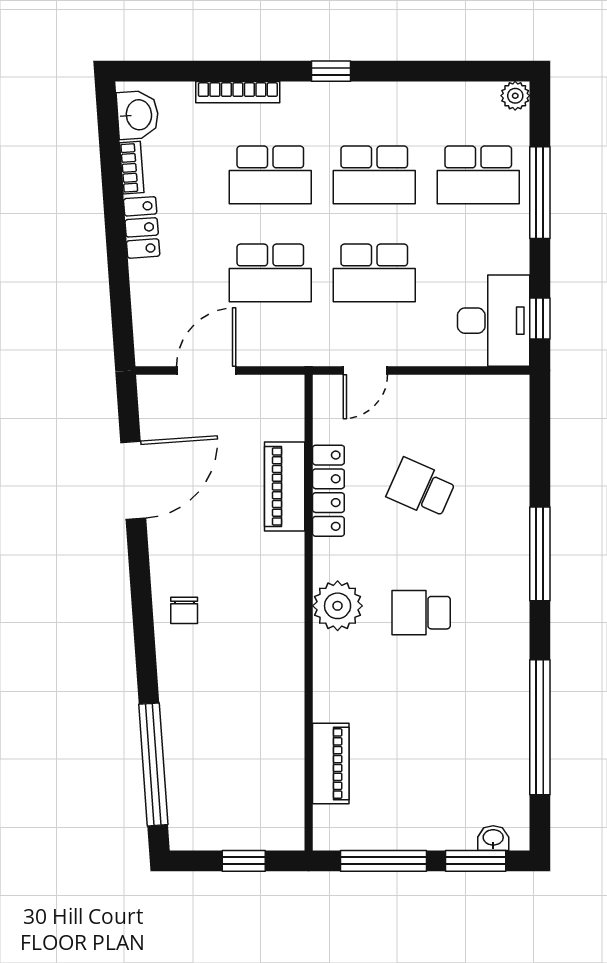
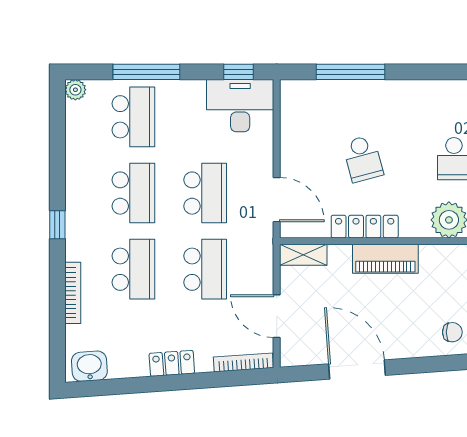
bookcase: (132, 168) -> (243, 362), moved, width x1.56
door: (365, 371) -> (277, 200), width x1.38
shelving: (290, 407) -> (303, 255), added
piano: (285, 486) -> (385, 259), moved
school desk: (421, 488) -> (363, 159), turned -39
window: (540, 554) -> (351, 72), moved

